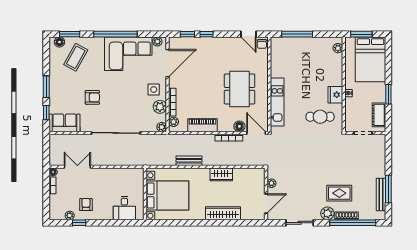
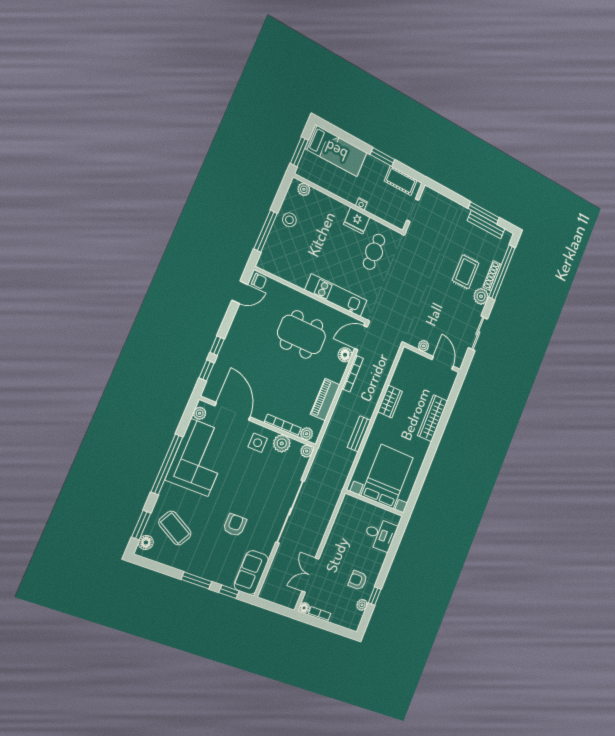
stool: (313, 47) -> (289, 220), added
bed: (370, 59) -> (336, 151), width x0.67

